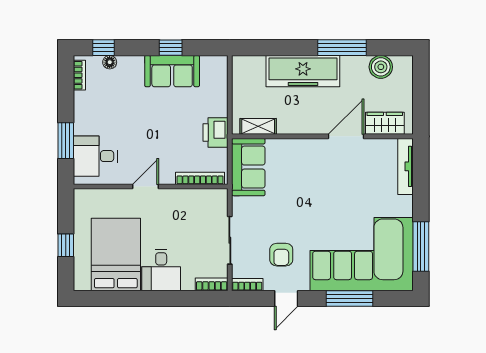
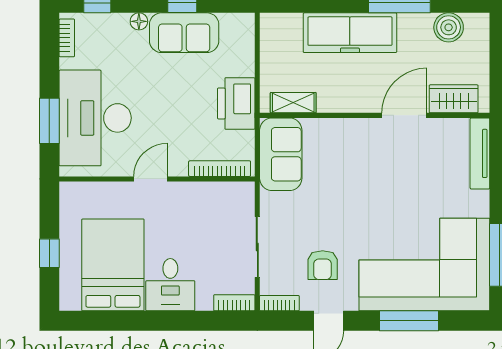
floor lamp: (110, 62) -> (139, 21), moved
printer: (216, 133) -> (236, 103), width x1.37, depth x1.19
desk: (95, 156) -> (95, 118), width x1.87, depth x1.30

